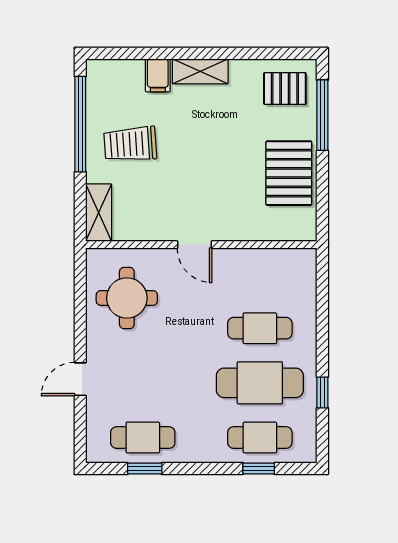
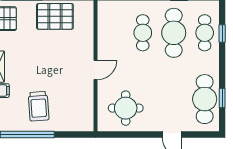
shelving: (99, 213) -> (77, 124), removed
cafe table: (143, 438) -> (205, 99), width x1.37, depth x1.35

